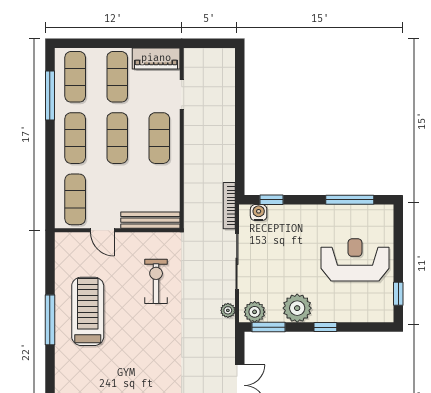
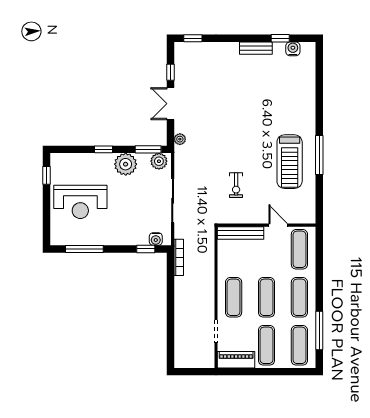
bookcase: (229, 206) -> (179, 257), moved
exercise bike: (156, 281) -> (236, 185), width x0.73, depth x0.72
plant: (228, 310) -> (180, 139), moved

